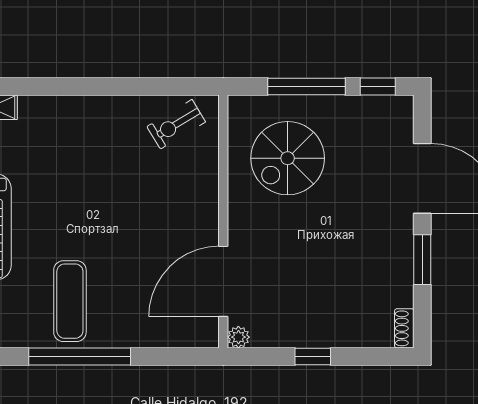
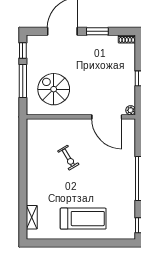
exercise bike: (176, 124) -> (68, 158), moved
spiral stairs: (288, 158) -> (54, 89), turned 180
exercise mat: (70, 301) -> (115, 183), removed

